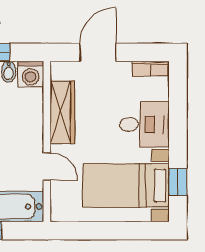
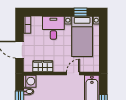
wardrobe: (62, 112) -> (43, 66), width x0.67

